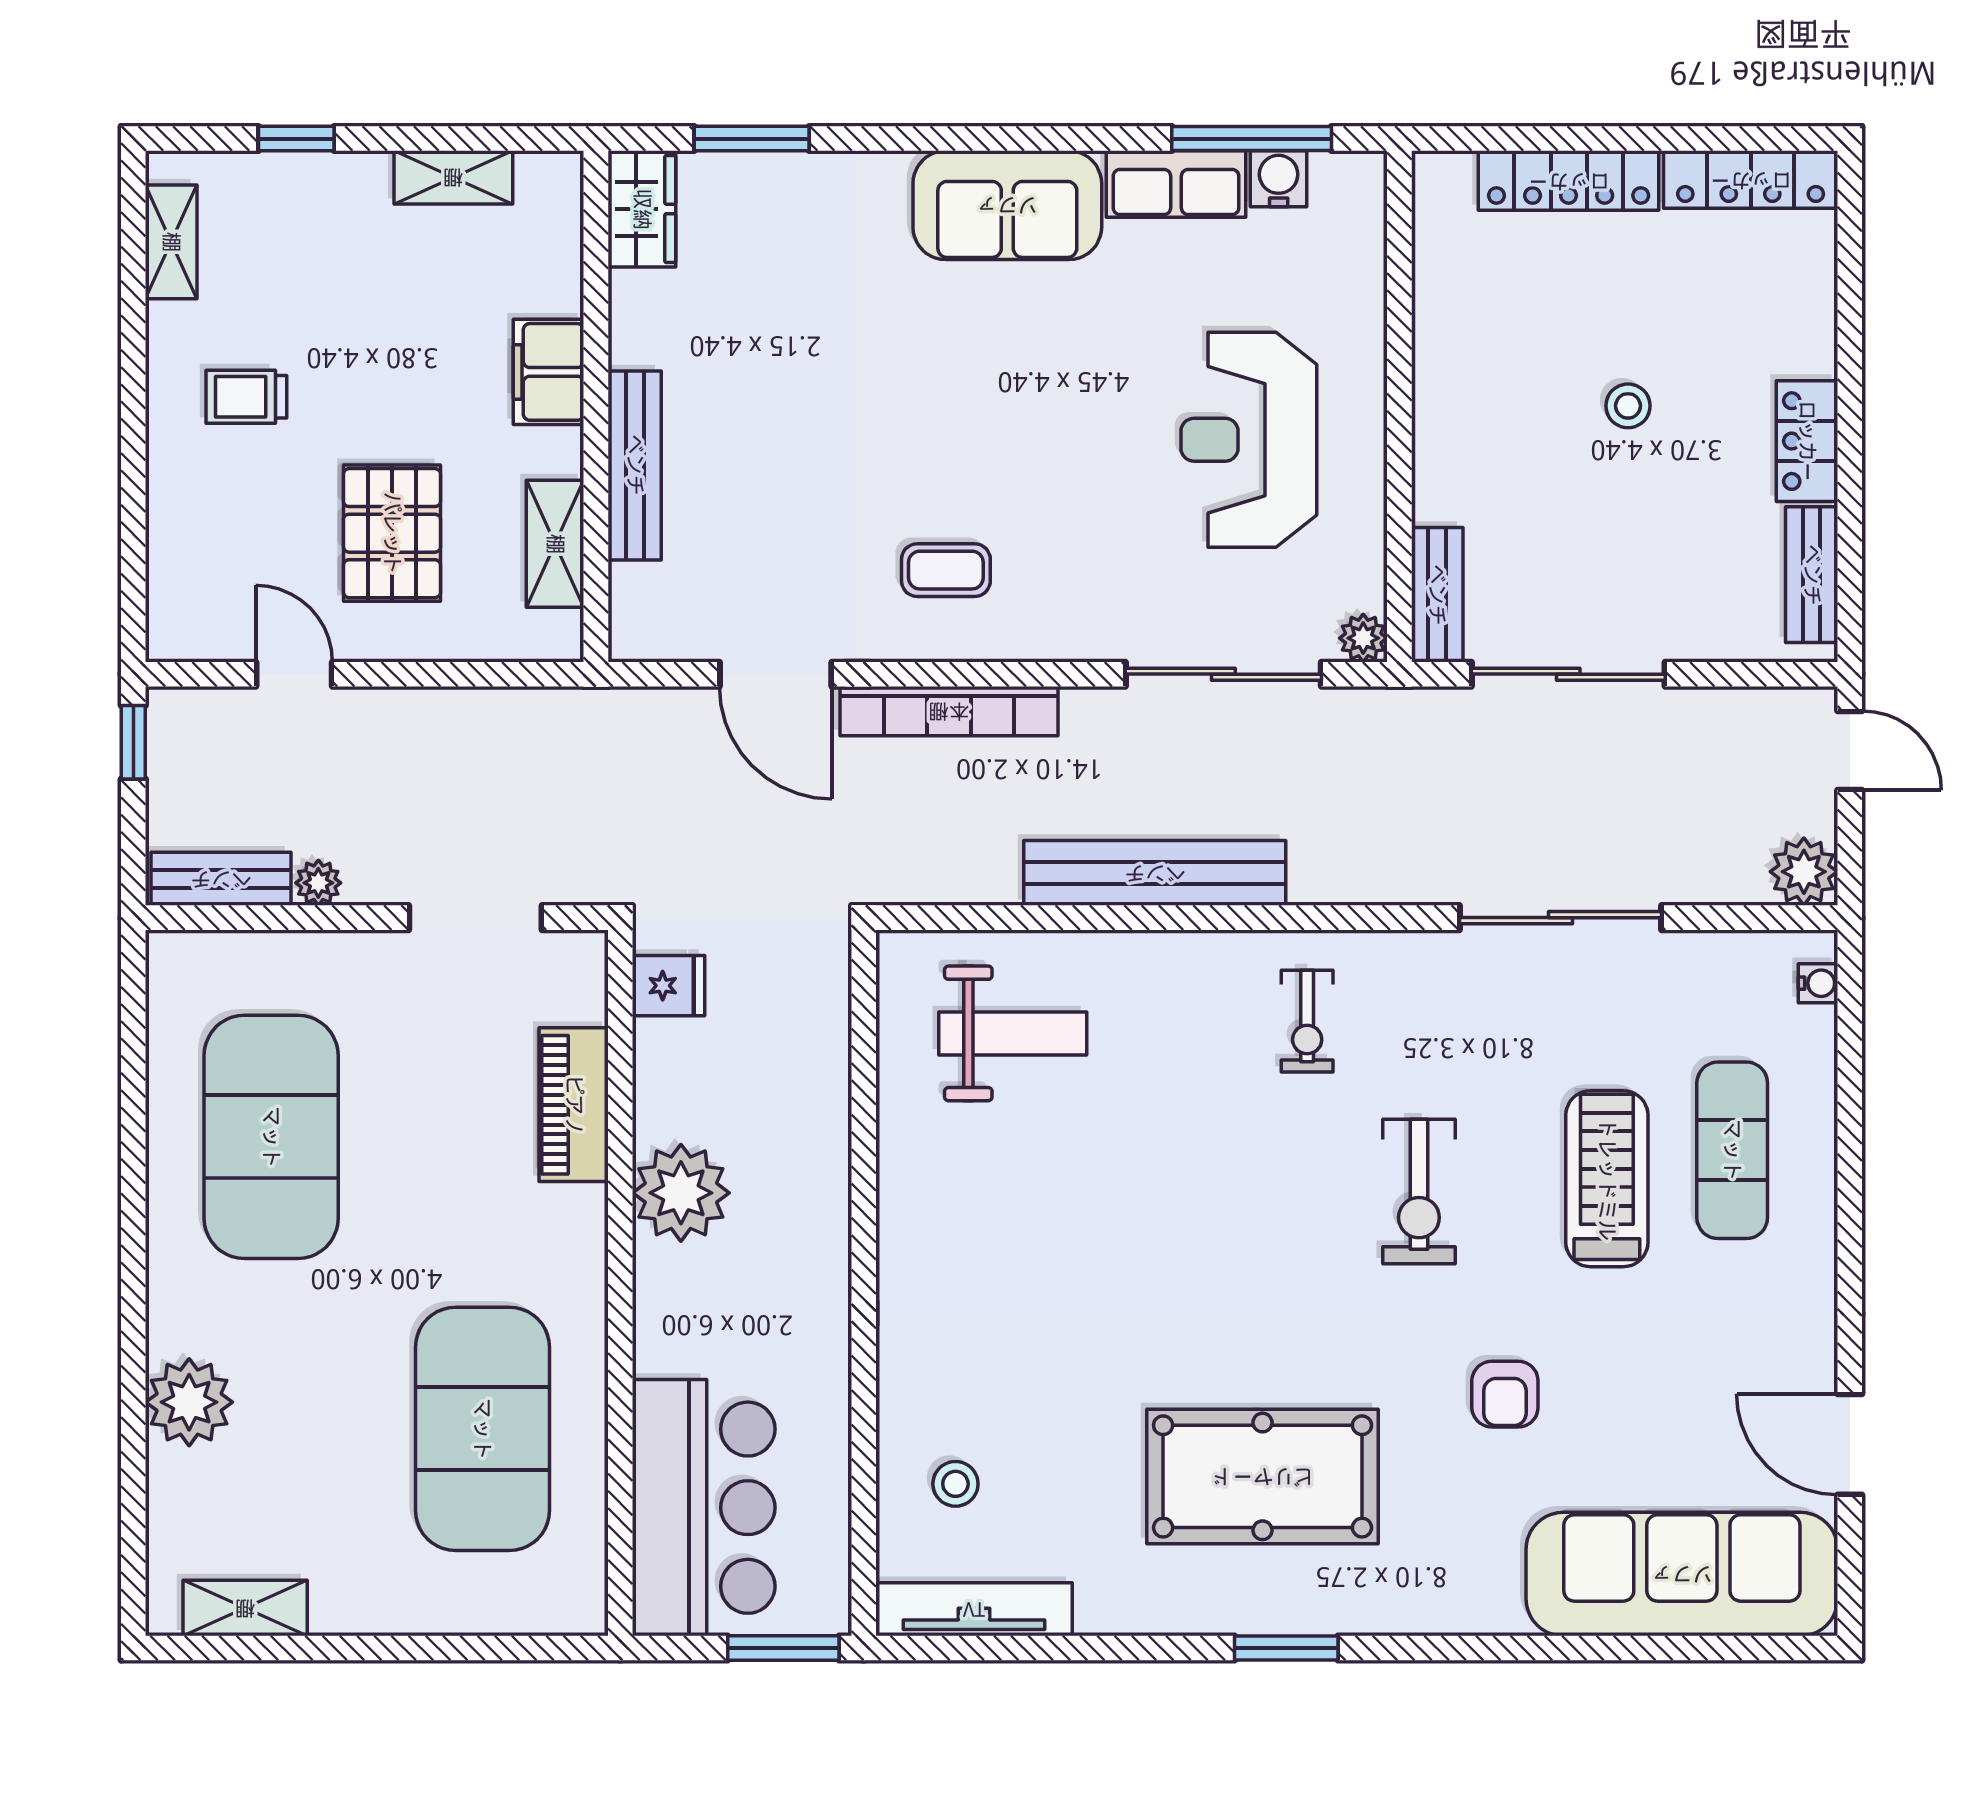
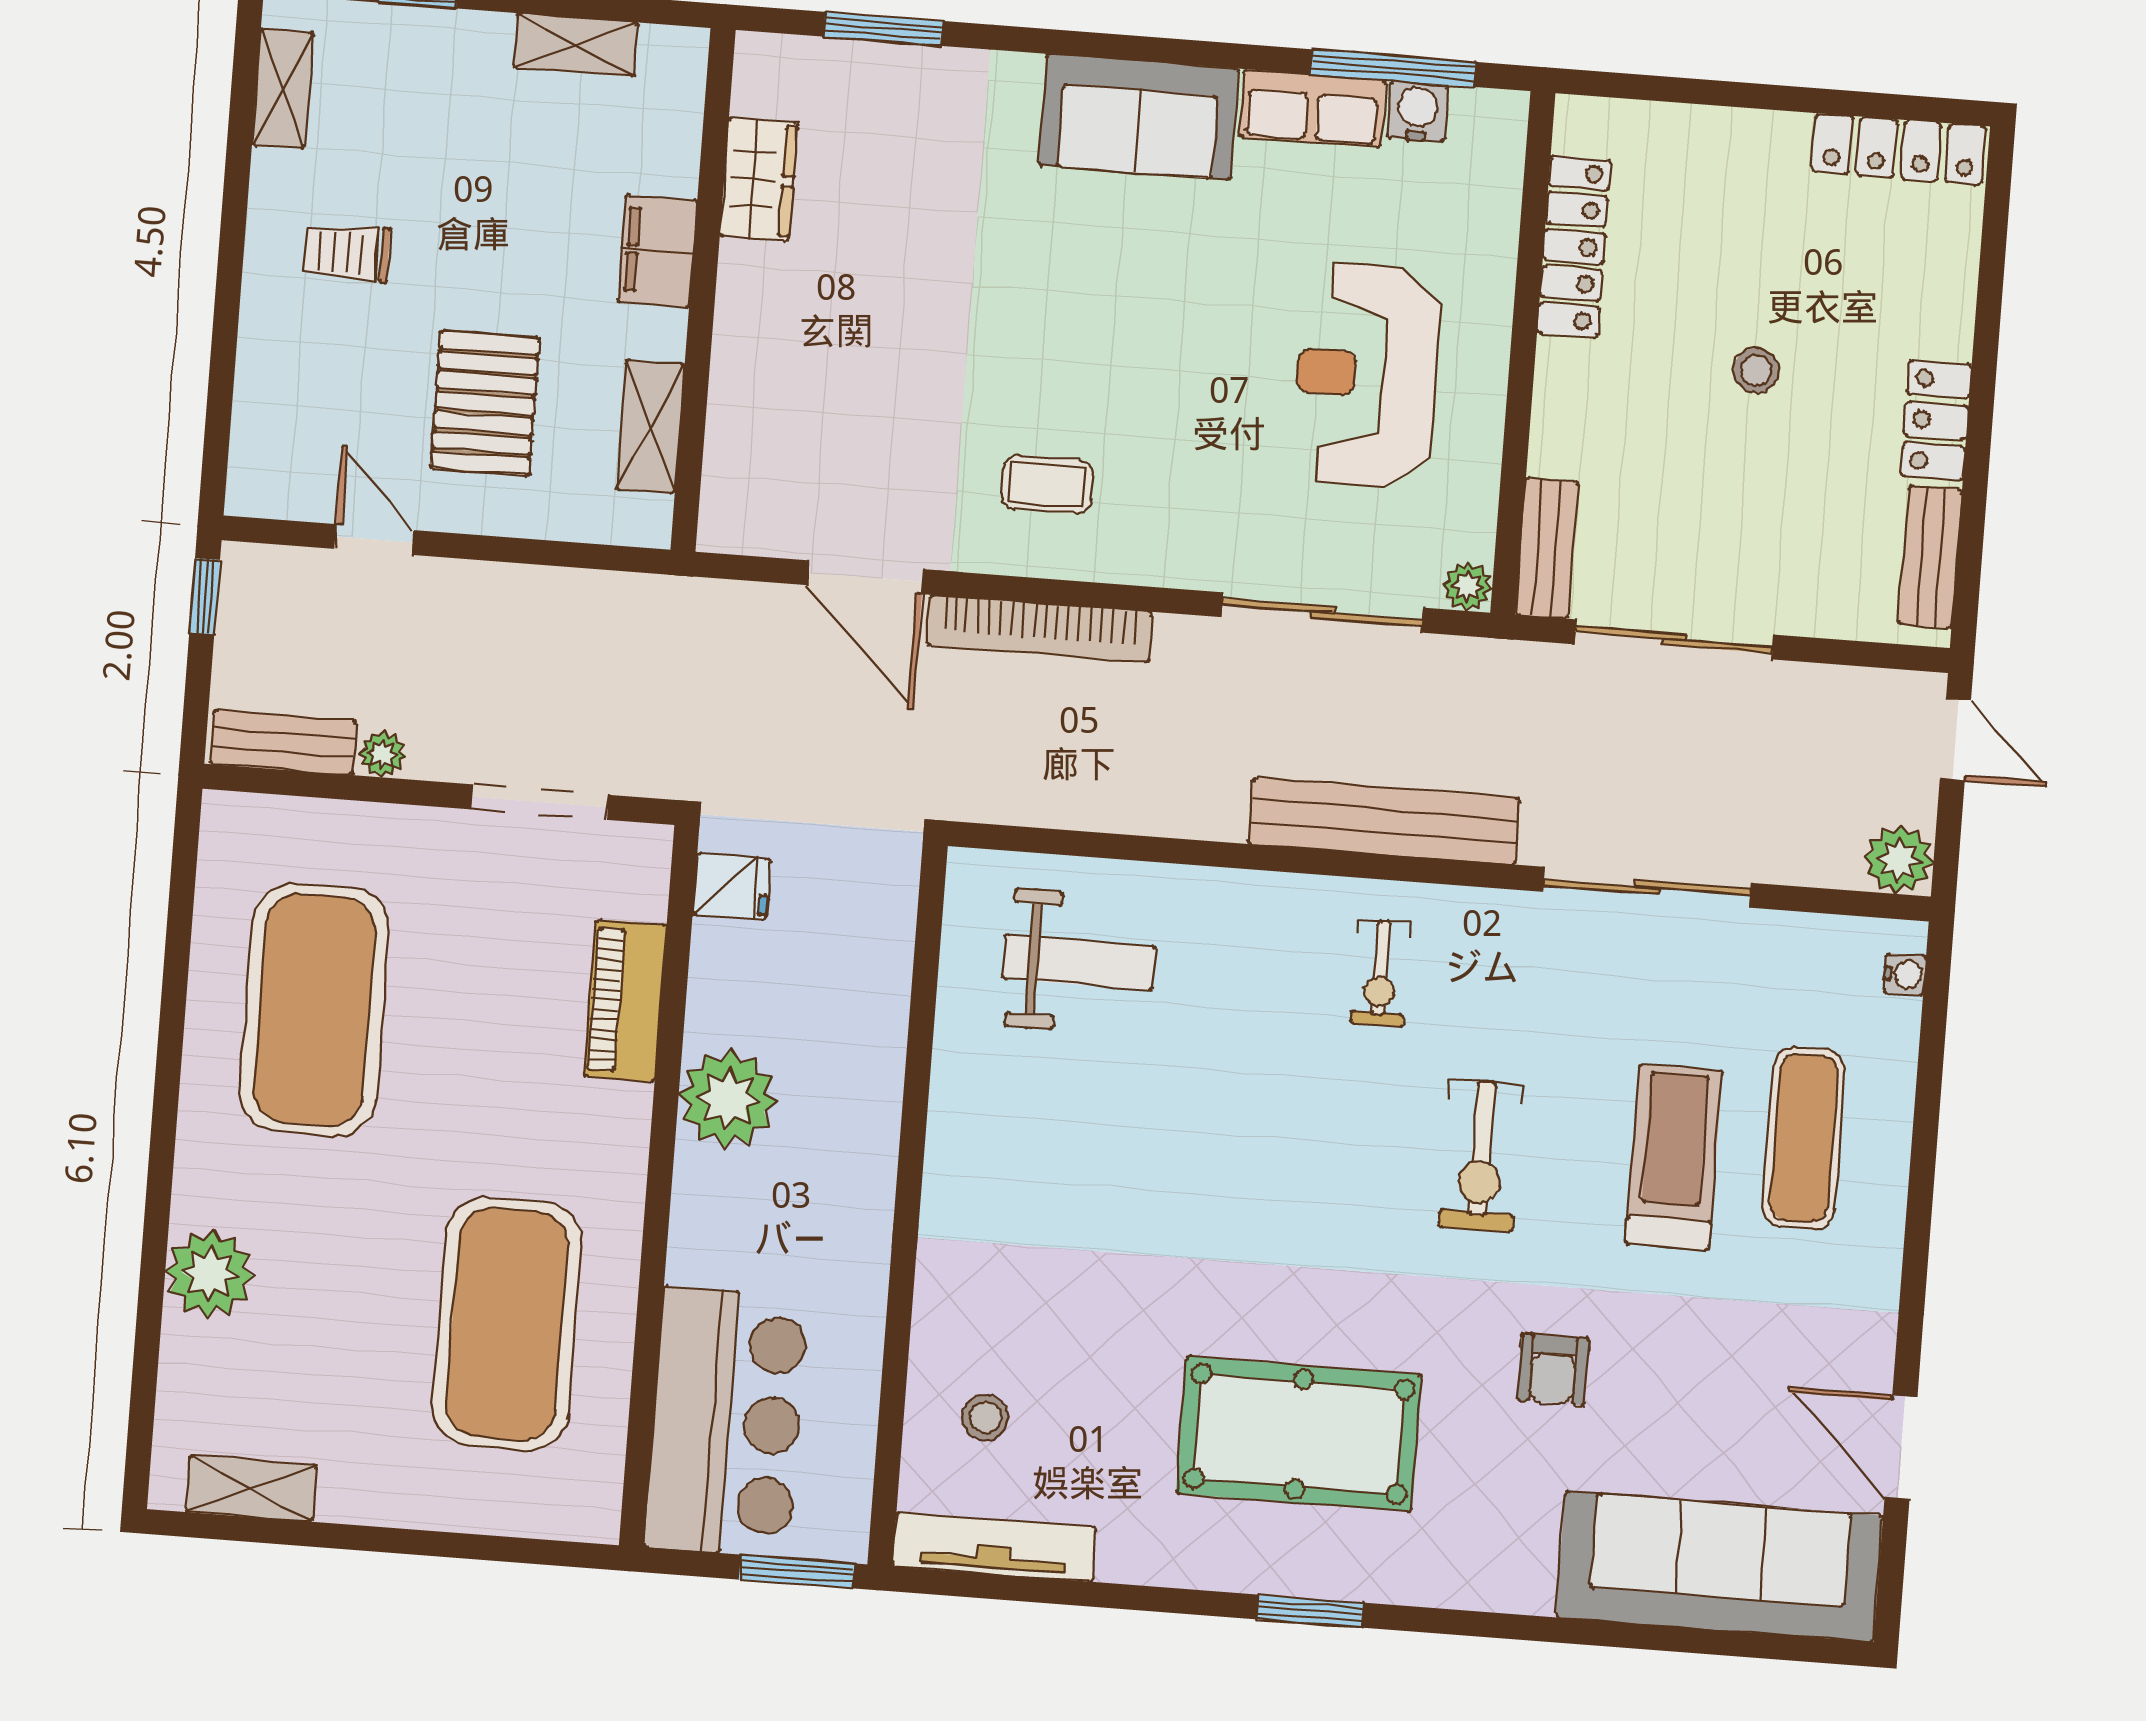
locker: (1569, 181) -> (1574, 247), moved, turned -90
wardrobe: (642, 209) -> (759, 179), moved
bench: (635, 465) -> (738, 353), removed
bench: (1155, 873) -> (1384, 821), moved

